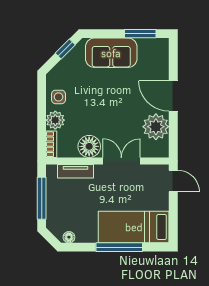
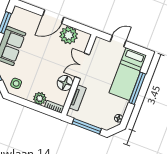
side table: (58, 97) -> (16, 83), moved
door: (173, 181) -> (118, 41), moved

